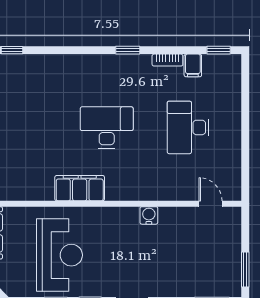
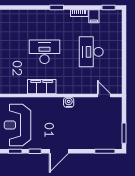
filing cabinet: (80, 188) -> (42, 87), moved
reception desk: (59, 255) -> (17, 125), turned 180

